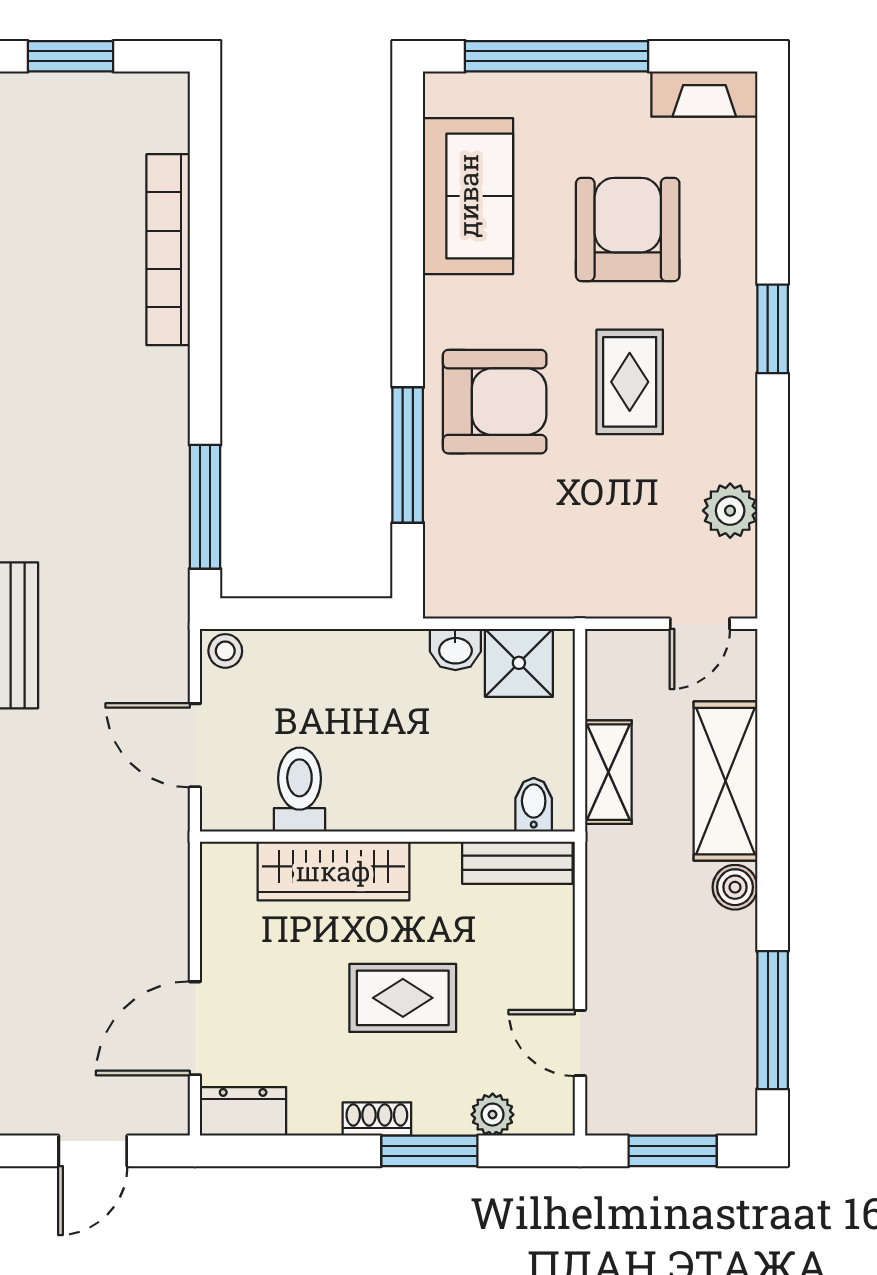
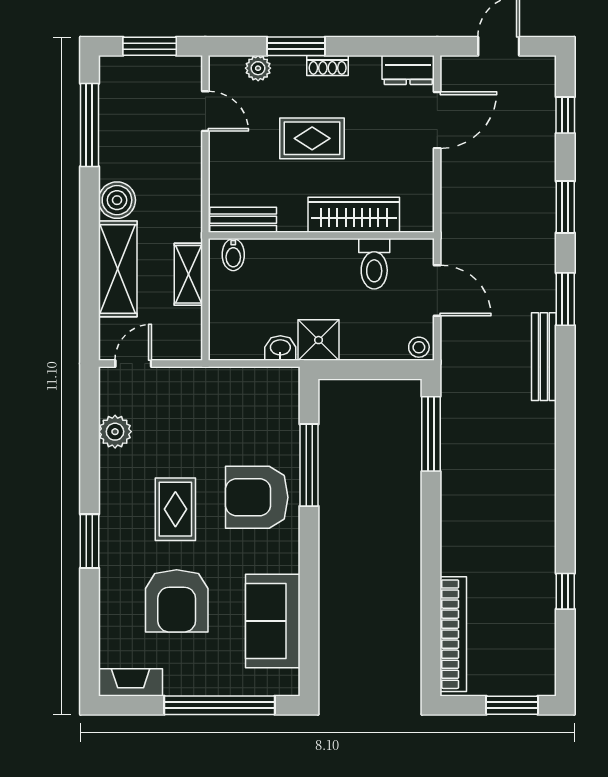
bookcase: (168, 250) -> (453, 634), moved
shower: (519, 663) -> (319, 340), moved
boiler: (735, 887) -> (117, 200), width x1.36, depth x1.36

